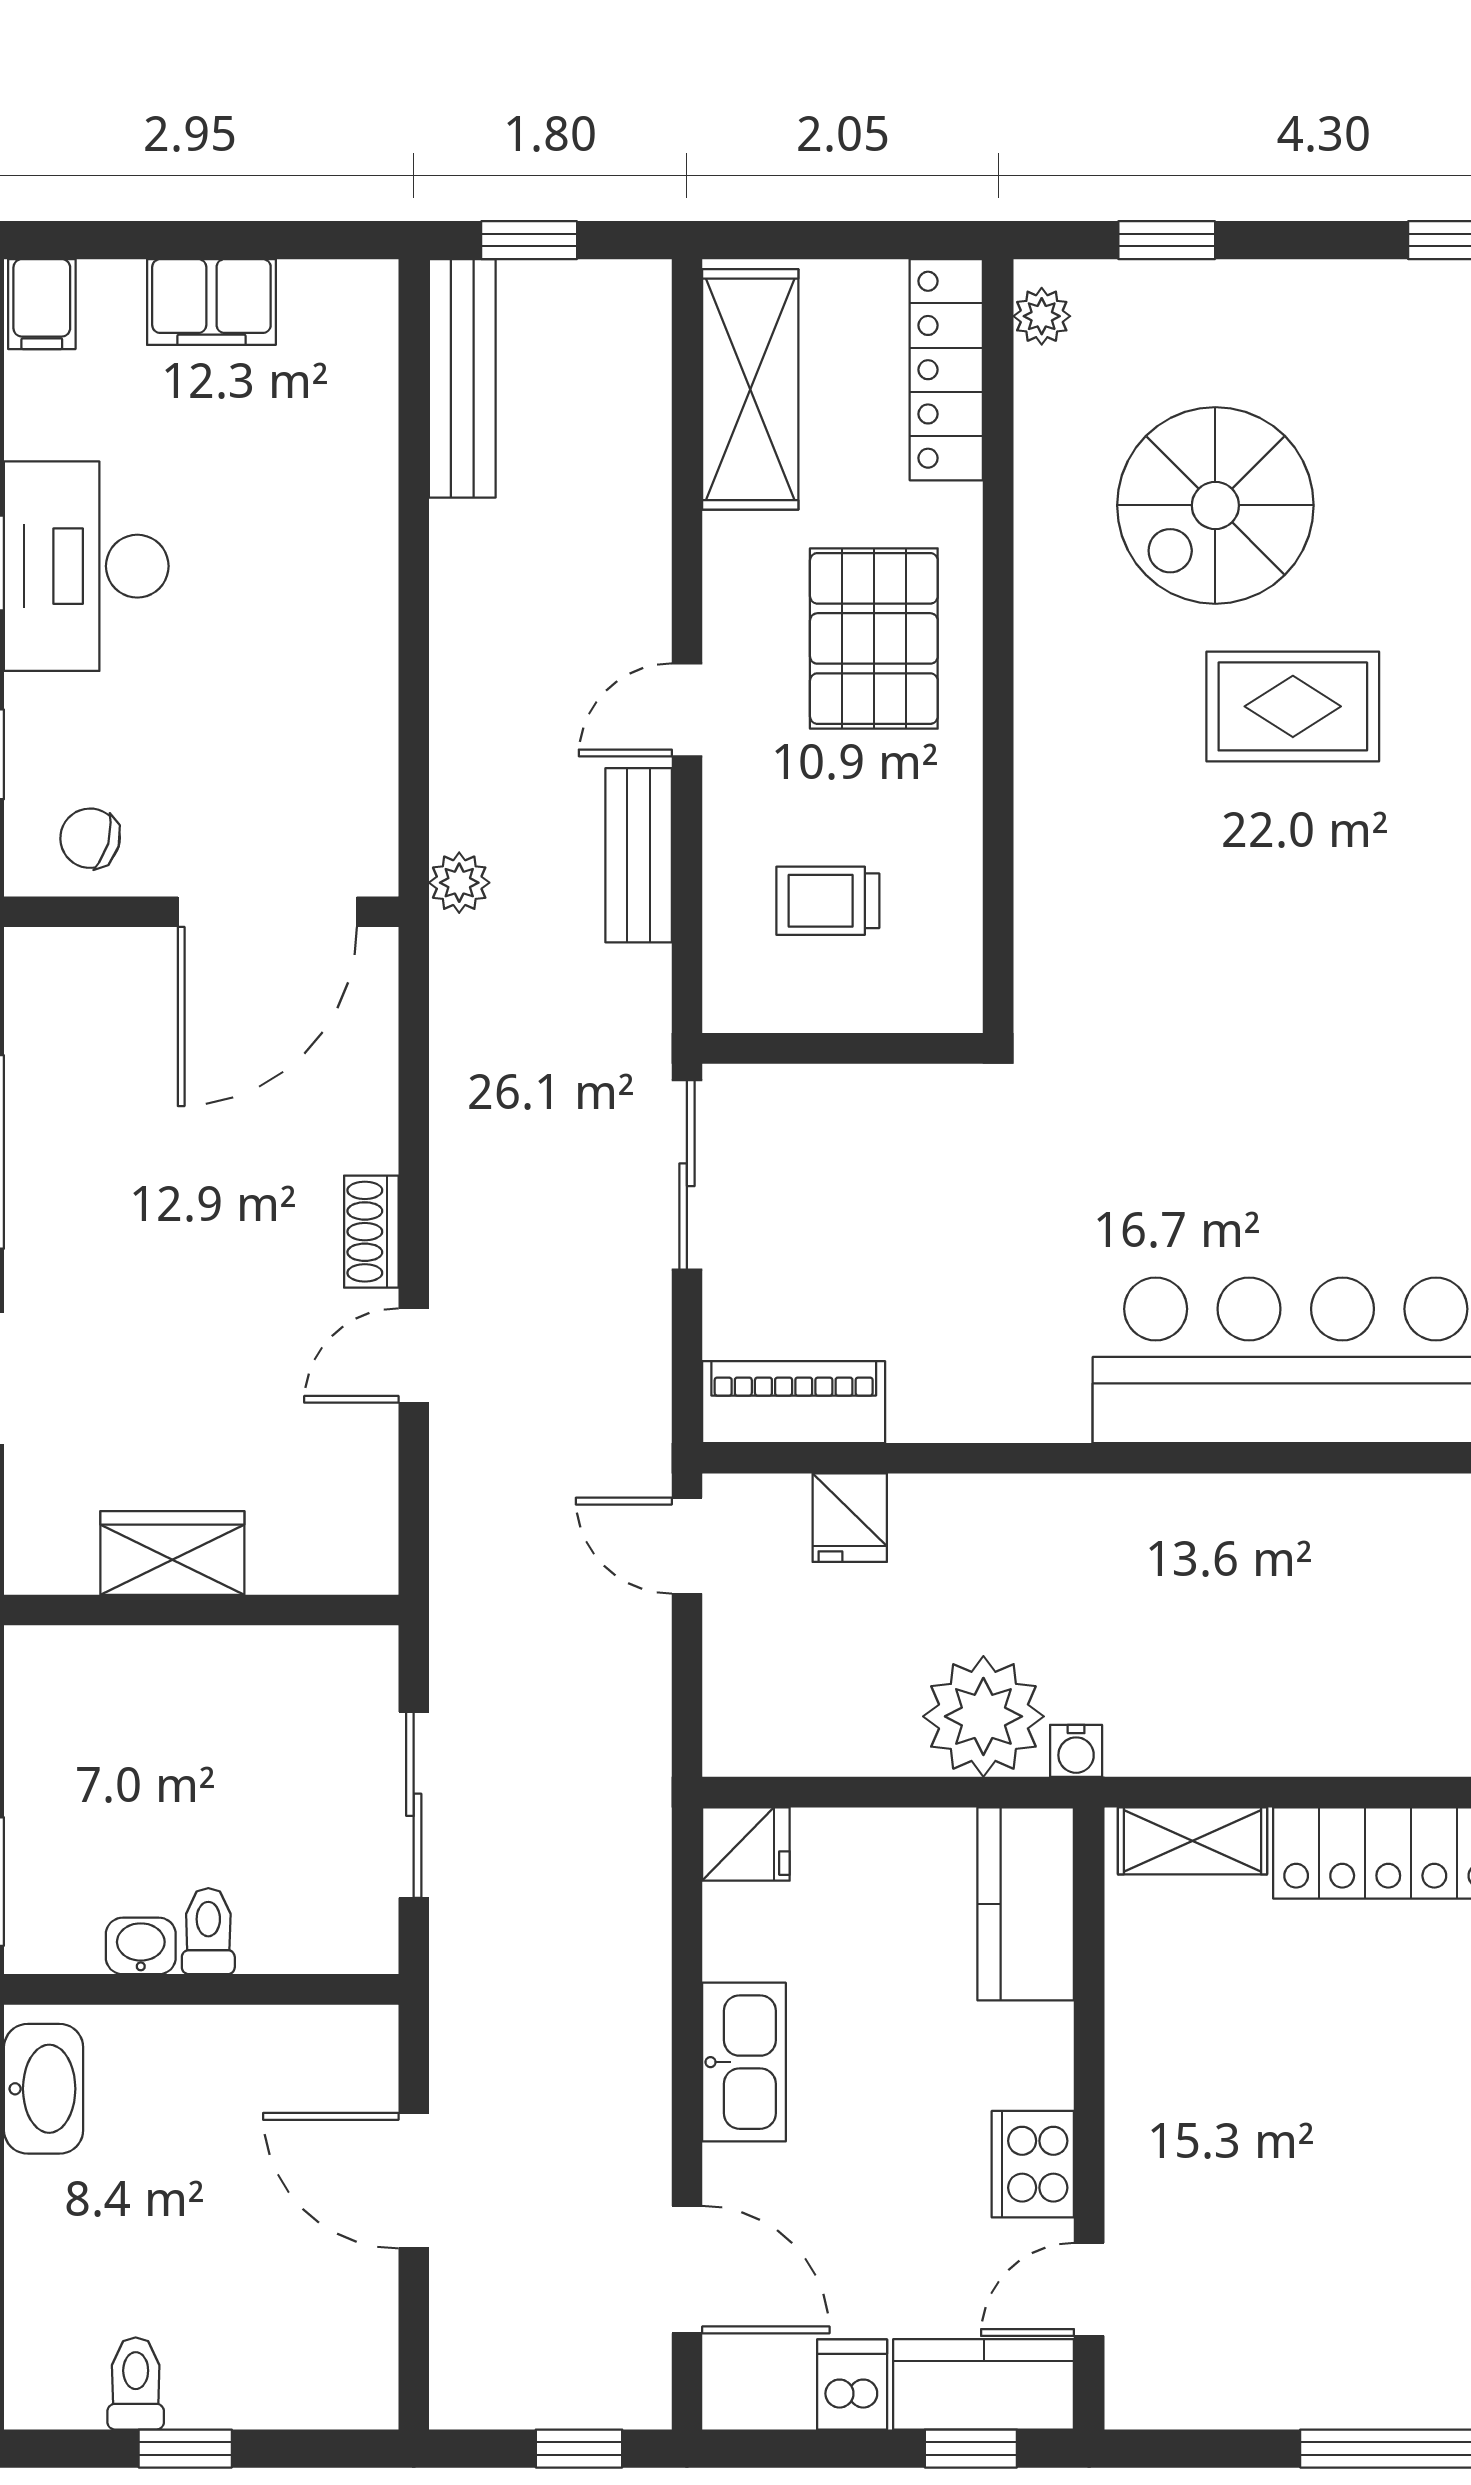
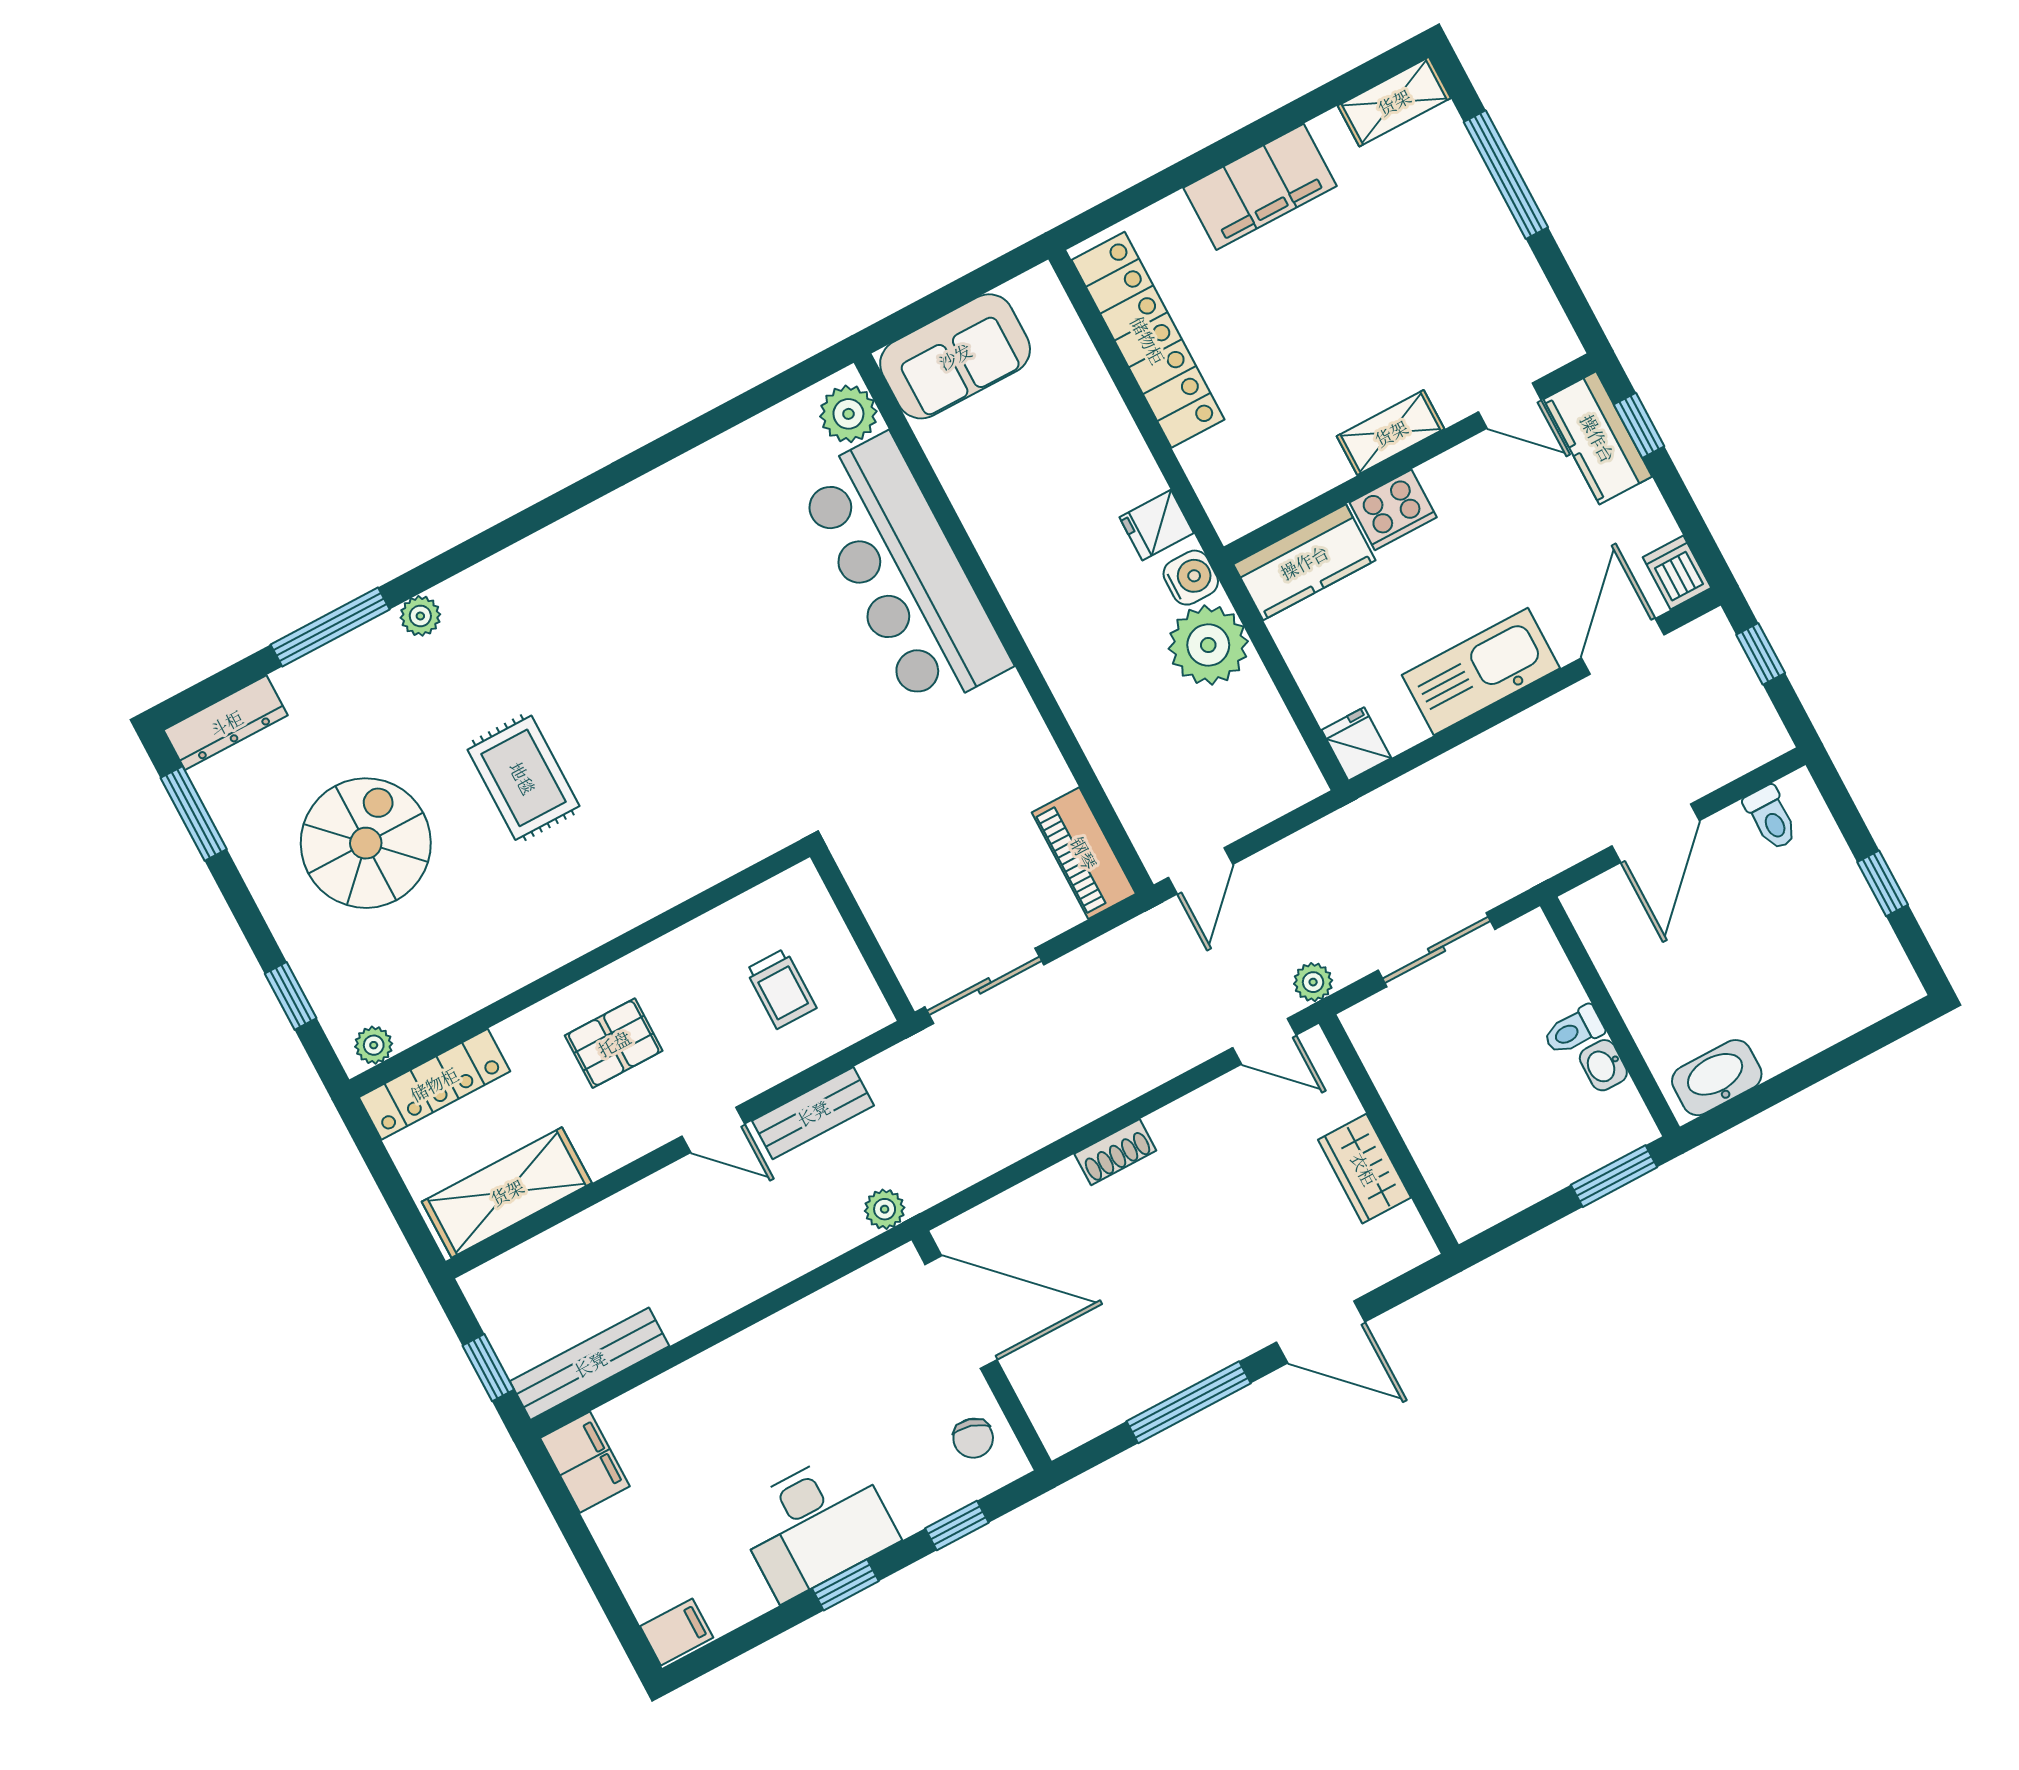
filing cabinet: (211, 302) -> (585, 1462), moved
spiral stairs: (1215, 505) -> (366, 843), moved, turned -90
pallet: (874, 638) -> (614, 1043), width x0.67, depth x0.71
door: (414, 1356) -> (1264, 1041), moved
fridge: (850, 1518) -> (1157, 525), moved, turned 180
plant: (458, 1617) -> (1313, 982), added
water cooler: (1076, 1751) -> (1191, 578), width x1.38, depth x1.38
shelving: (1192, 1841) -> (1391, 433), moved, turned 90
kitchen sink: (744, 2062) -> (1481, 672), width x1.36, depth x1.24
cooker: (1033, 2164) -> (1393, 510), moved
toilet: (136, 2384) -> (1771, 818), moved, turned -90
dishwasher: (852, 2385) -> (1677, 573), moved, turned 90

